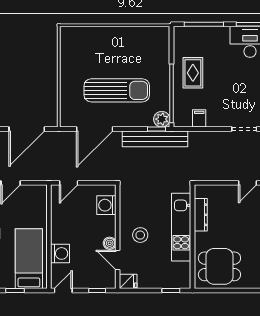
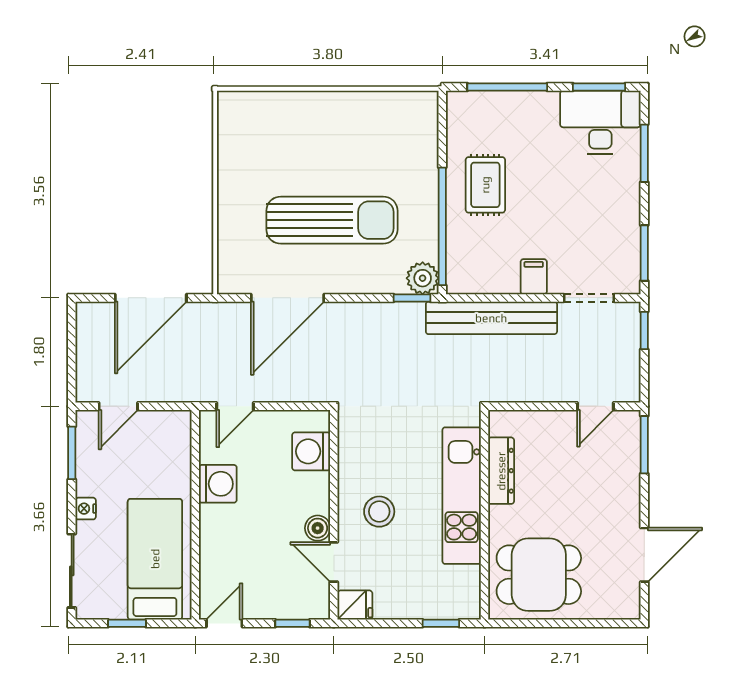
filing cabinet: (199, 118) -> (534, 277), moved
bench: (155, 139) -> (491, 318), moved
washing machine: (60, 253) -> (218, 484), moved

